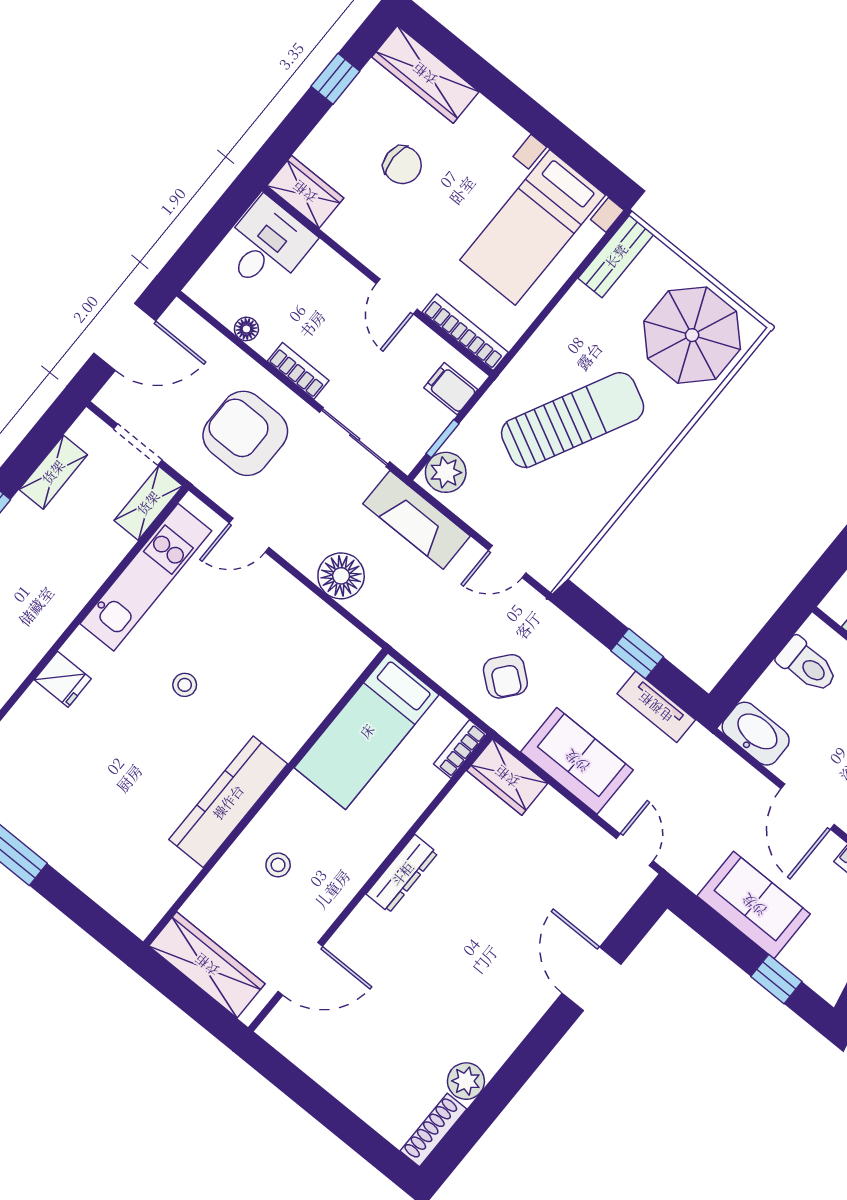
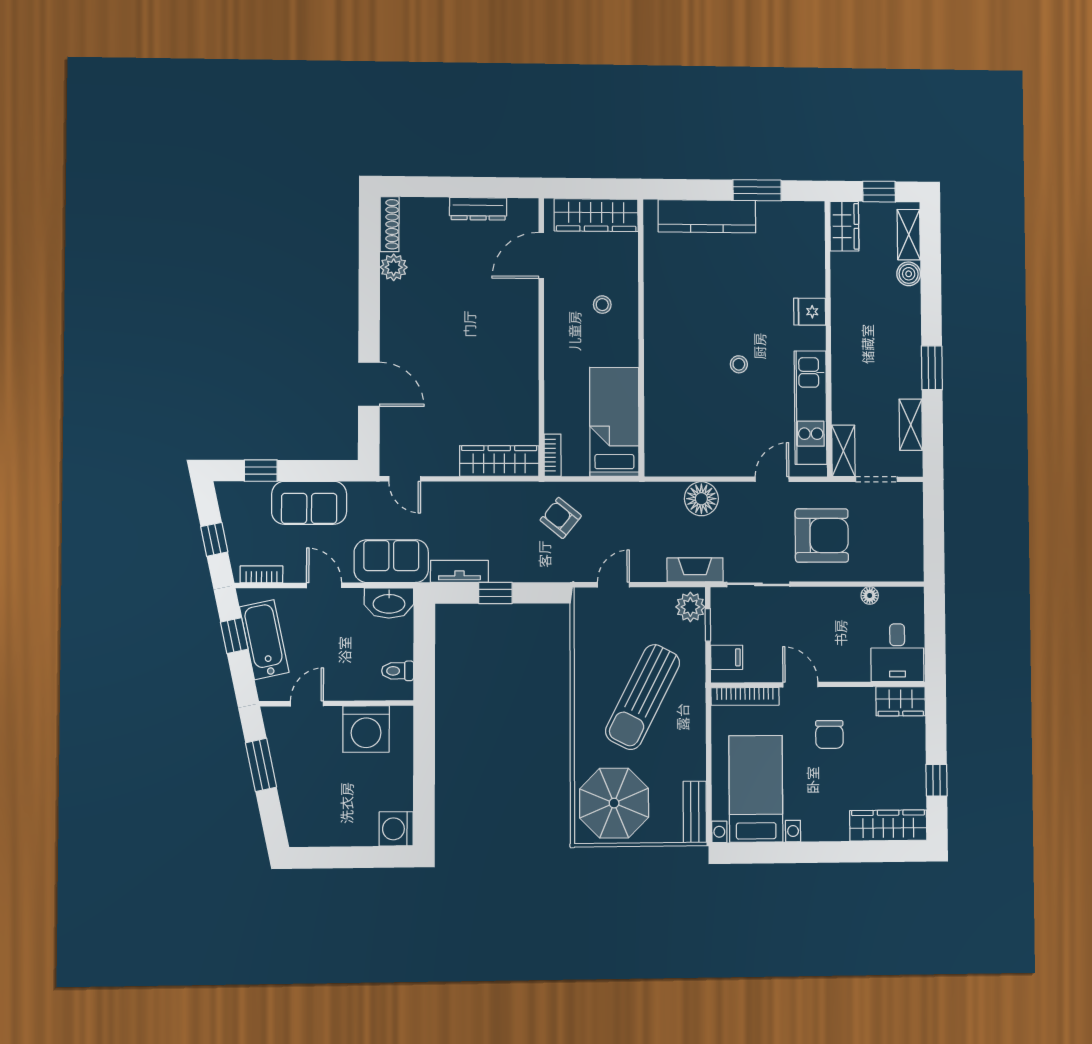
chair: (402, 165) -> (829, 735), moved, turned -90
door: (125, 337) -> (934, 534), removed
bookcase: (298, 371) -> (821, 596), removed
fireplace: (417, 520) -> (695, 570), width x0.73, depth x0.76
toilet: (807, 665) -> (398, 671), width x0.73, depth x0.72
sofa: (577, 761) -> (391, 561), moved, turned 180
wardrobe: (507, 777) -> (499, 461), width x1.50
kitchen counter: (228, 802) -> (707, 216), moved, turned 90
door: (808, 807) -> (324, 585), width x0.73
dresser: (402, 874) -> (478, 209), moved, turned -90

